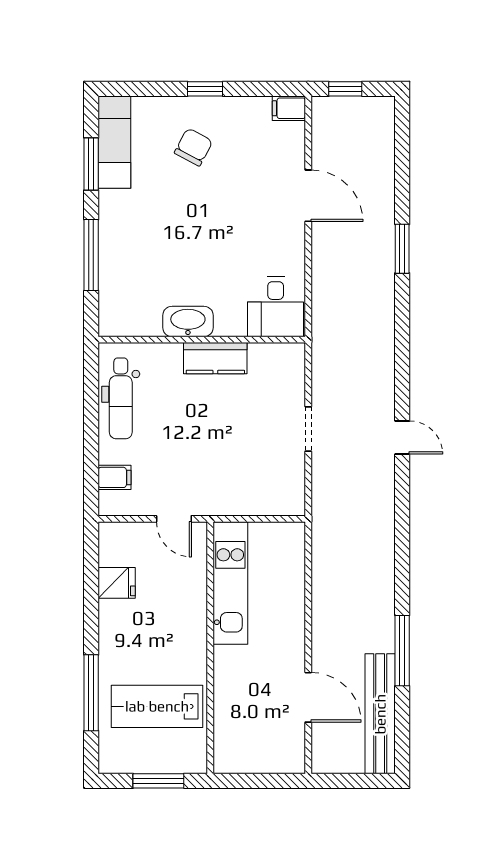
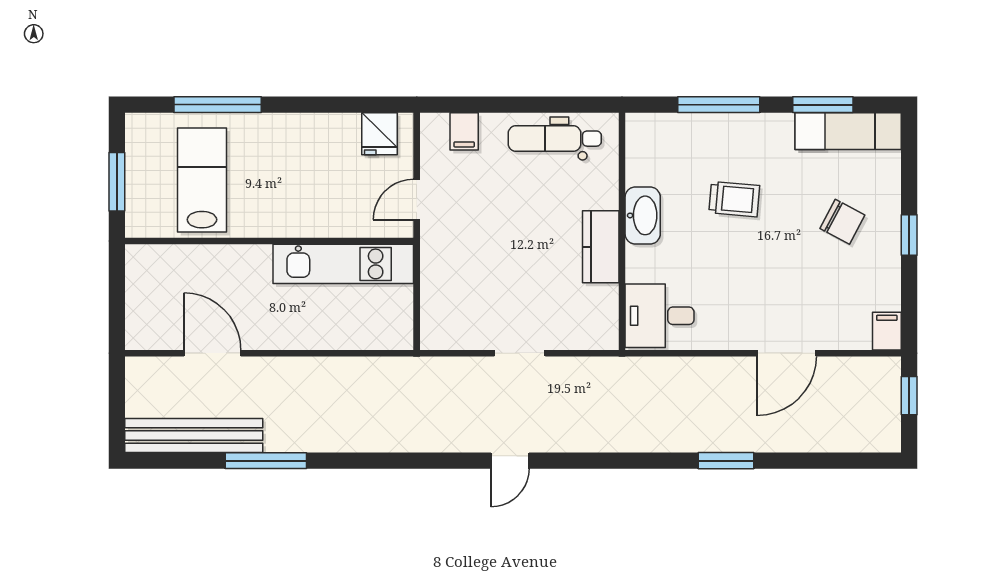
trolley: (174, 242) -> (734, 199), added
fridge: (117, 583) -> (379, 134), moved
door: (308, 697) -> (212, 353), swing flipped

